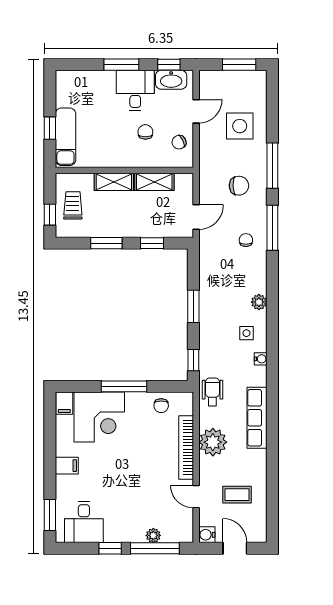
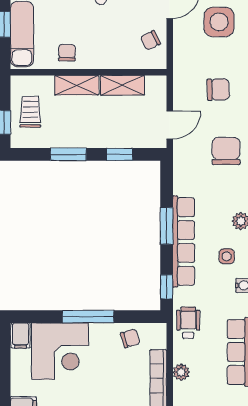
chair: (145, 132) -> (67, 53), moved
chair: (246, 240) -> (226, 151), width x1.87, depth x1.87
row of seats: (208, 320) -> (184, 241), added
chair: (161, 406) -> (130, 338), turned -107
plant: (213, 442) -> (181, 372), width x0.53, depth x0.53

